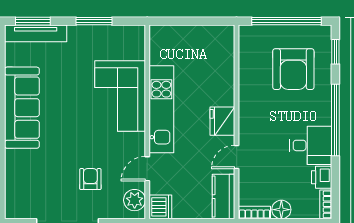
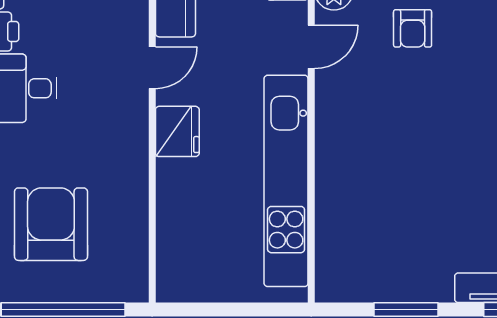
corner sofa: (120, 96) -> (360, 176), removed
kitchen unit: (161, 109) -> (286, 181), width x1.36

